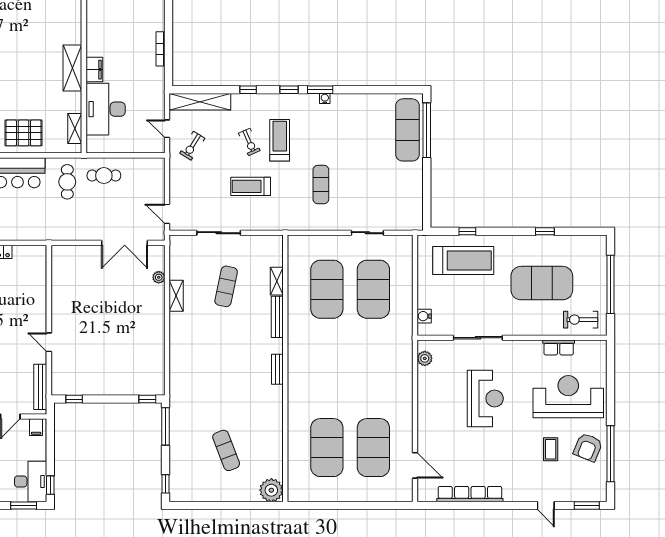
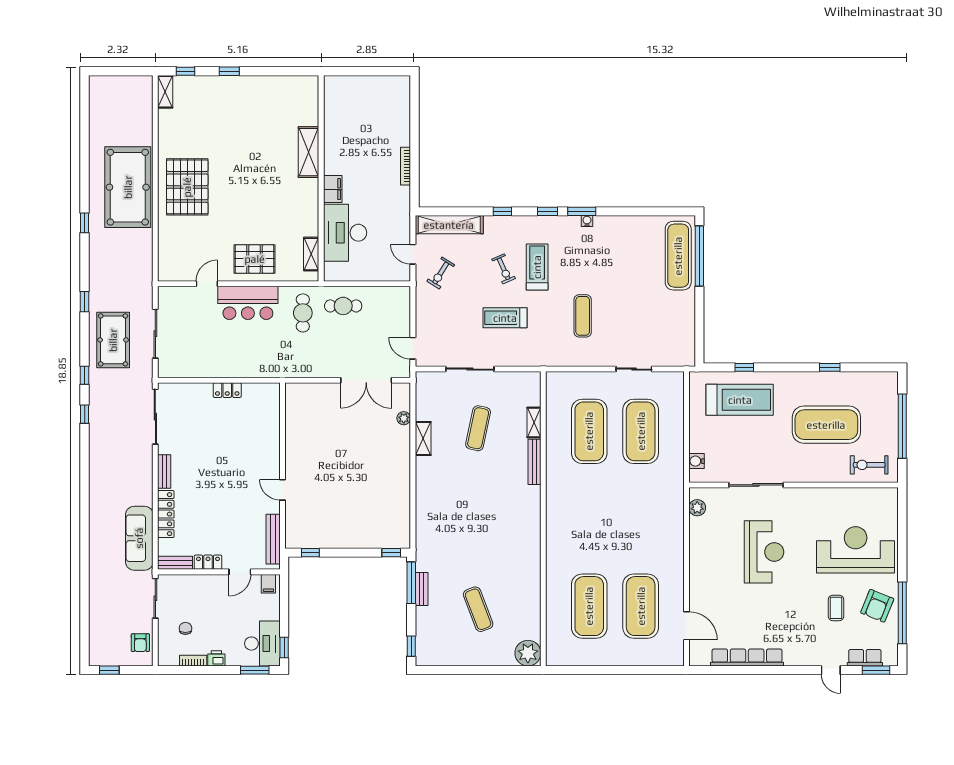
shelving: (72, 68) -> (308, 152), moved
row of seats: (559, 347) -> (865, 658), moved, turned 180
bench: (277, 369) -> (422, 589), moved

